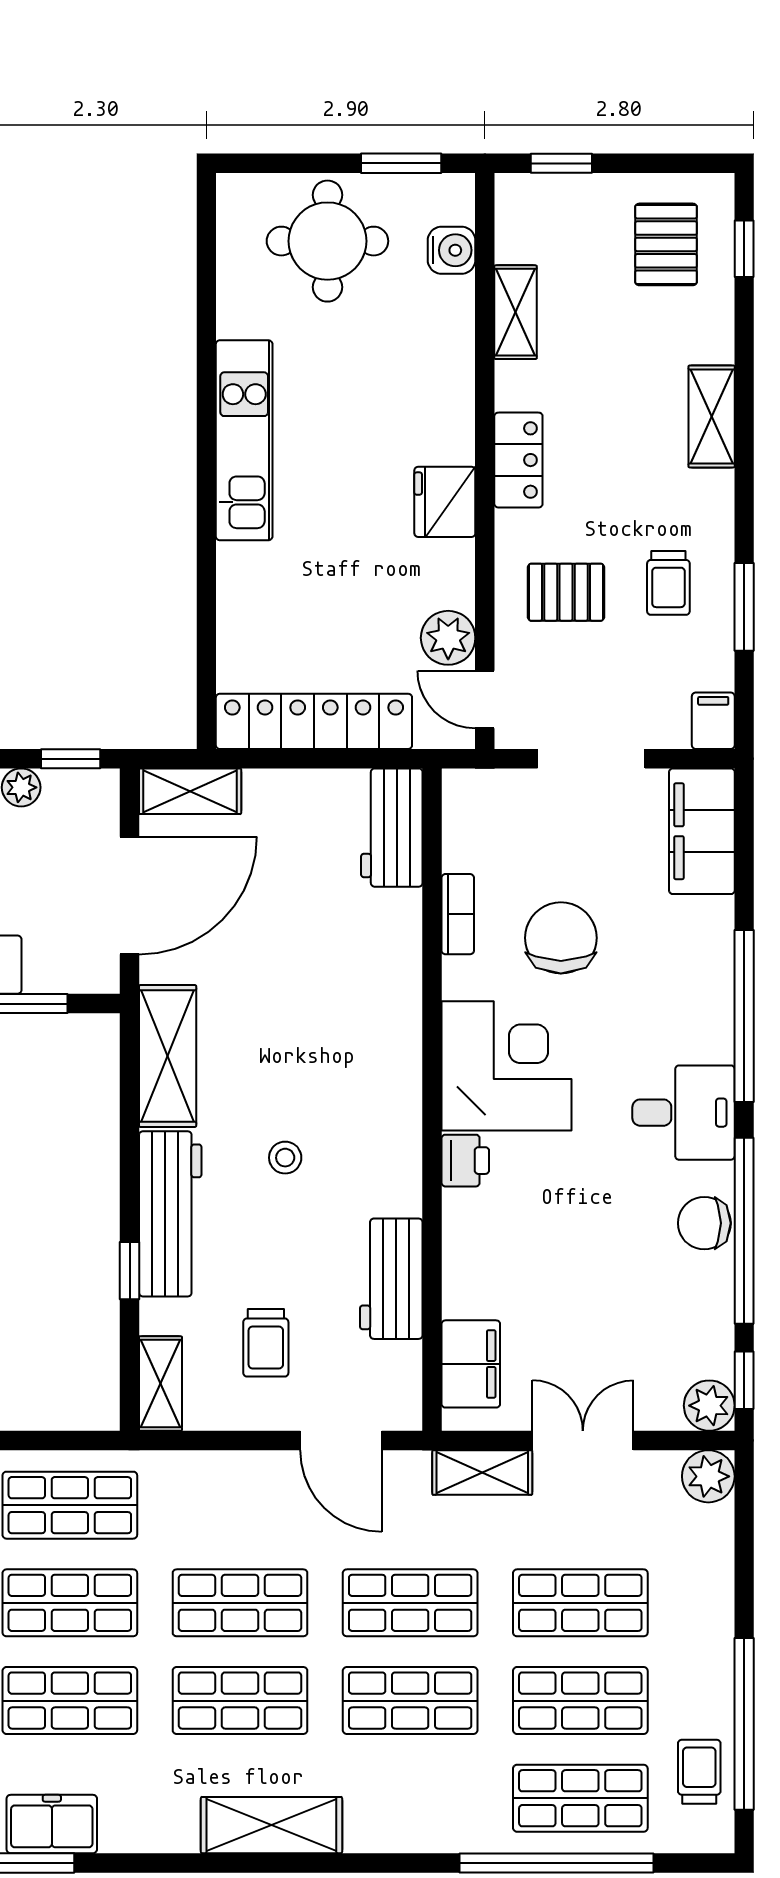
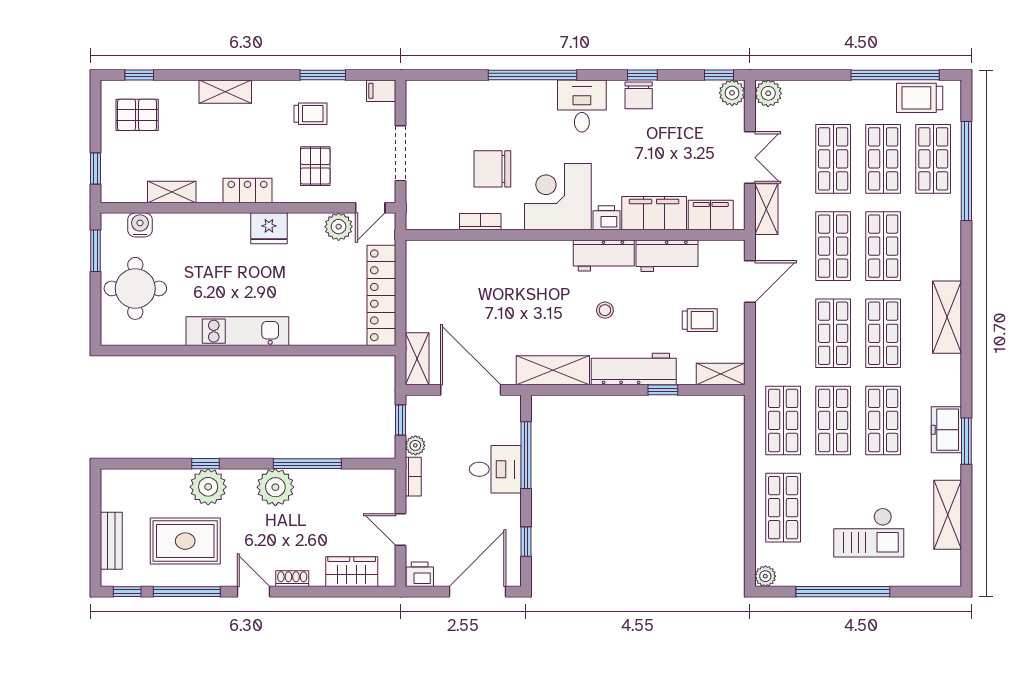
workbench: (392, 828) -> (604, 255), moved
filing cabinet: (702, 831) -> (654, 213), moved, turned 180
window: (744, 1231) -> (642, 75), width x0.32
double door: (583, 1440) -> (750, 158), swing flipped
trolley: (699, 1772) -> (920, 98), width x1.36, depth x1.39

